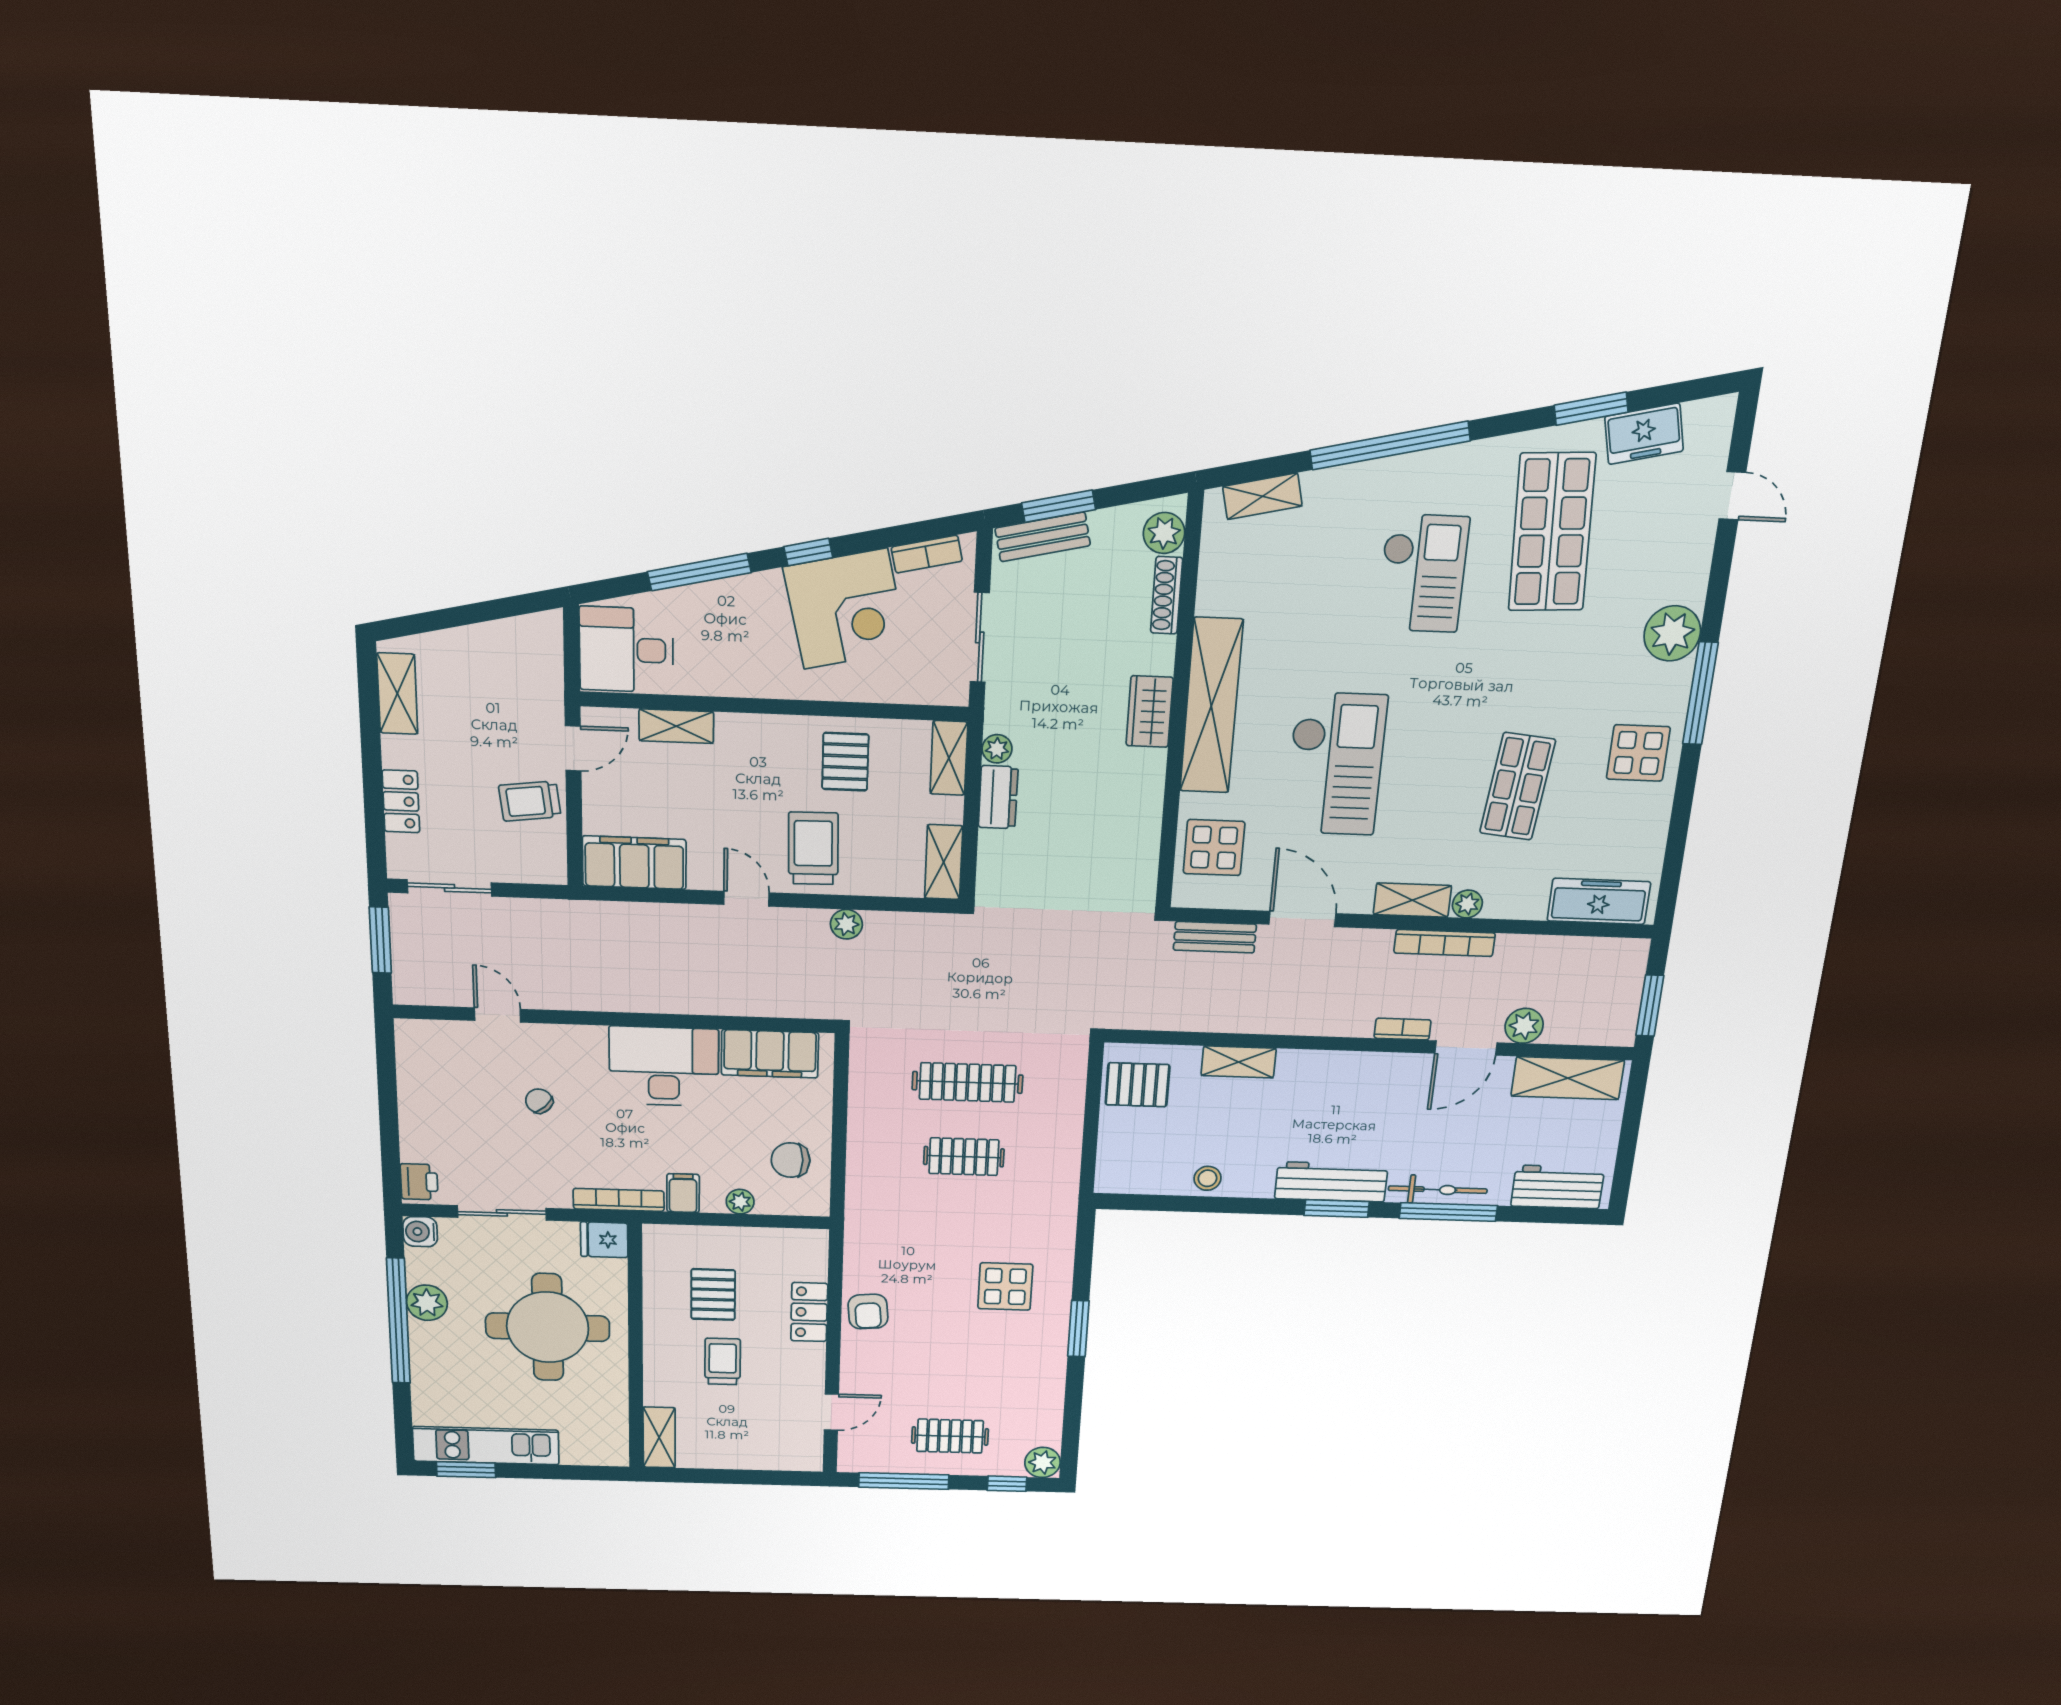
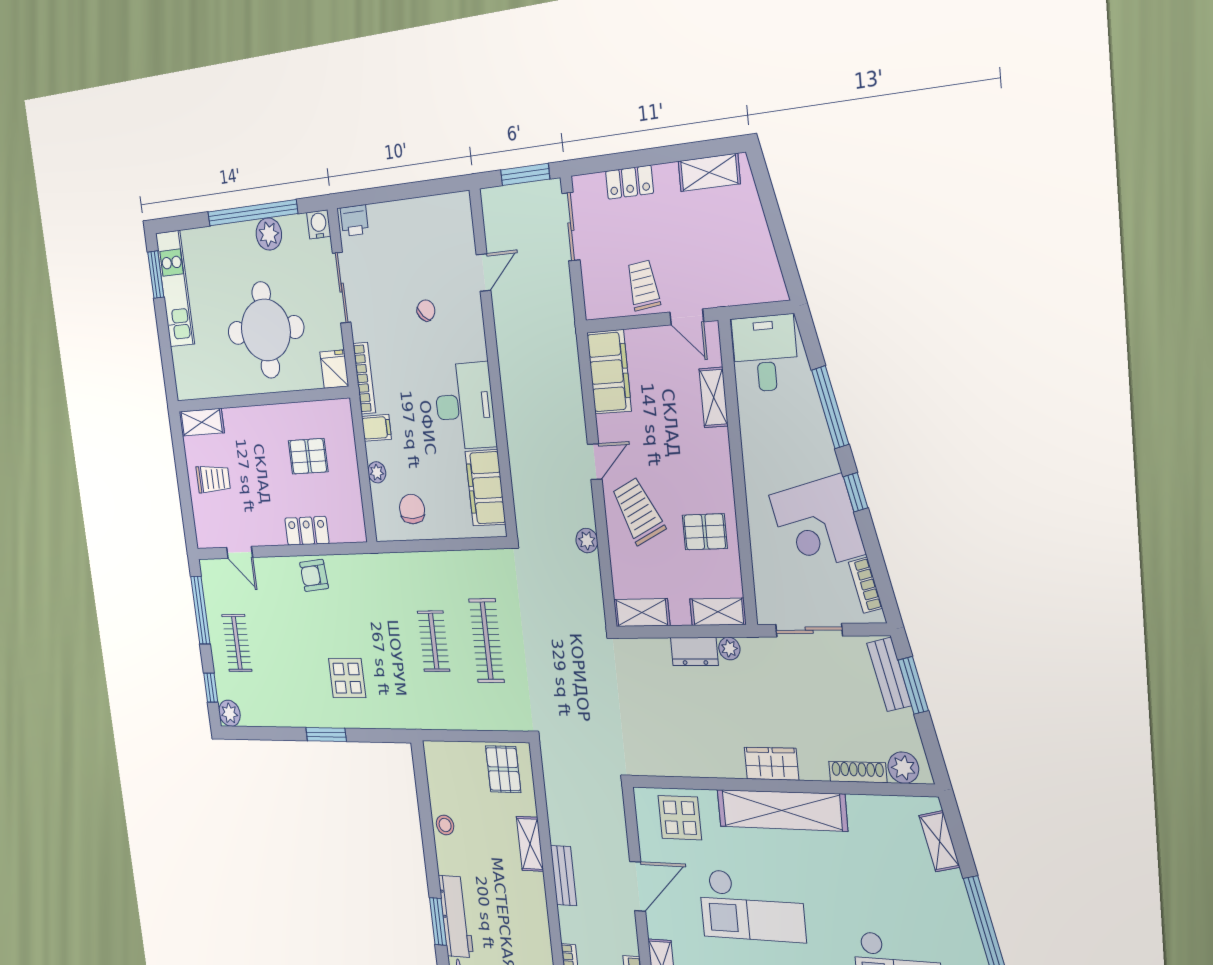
trolley: (813, 848) -> (638, 511), turned -114
bench: (1215, 937) -> (563, 876), moved
trolley: (723, 1362) -> (213, 479), moved

